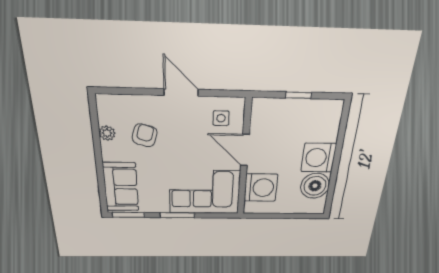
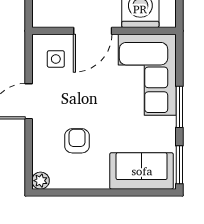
plant: (107, 133) -> (41, 181), moved
armchair: (145, 135) -> (77, 141), turned 75

